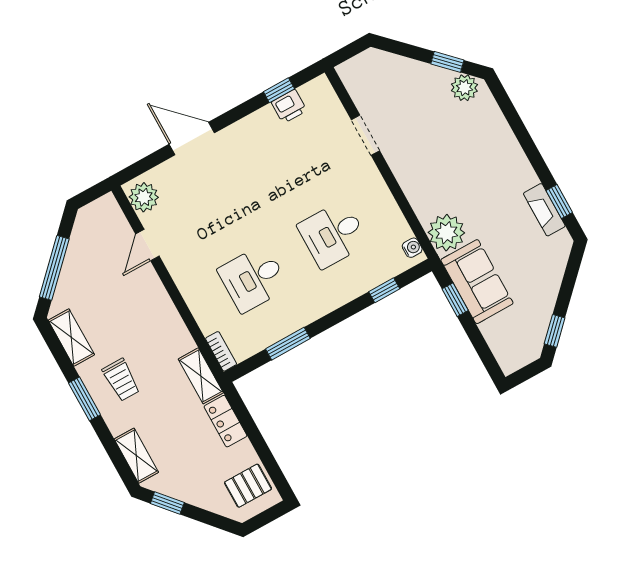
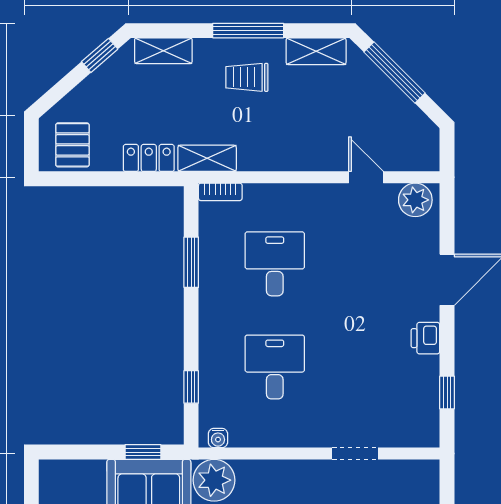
printer: (289, 106) -> (425, 338), moved
window: (84, 399) -> (248, 31), width x1.44

